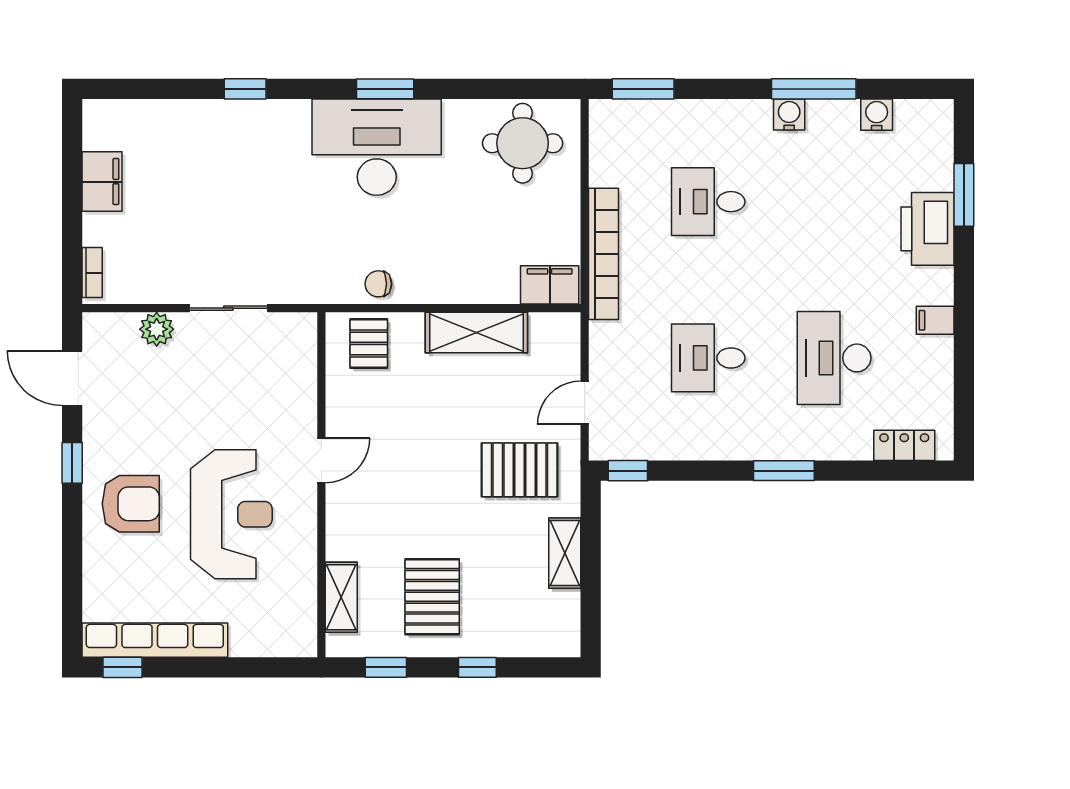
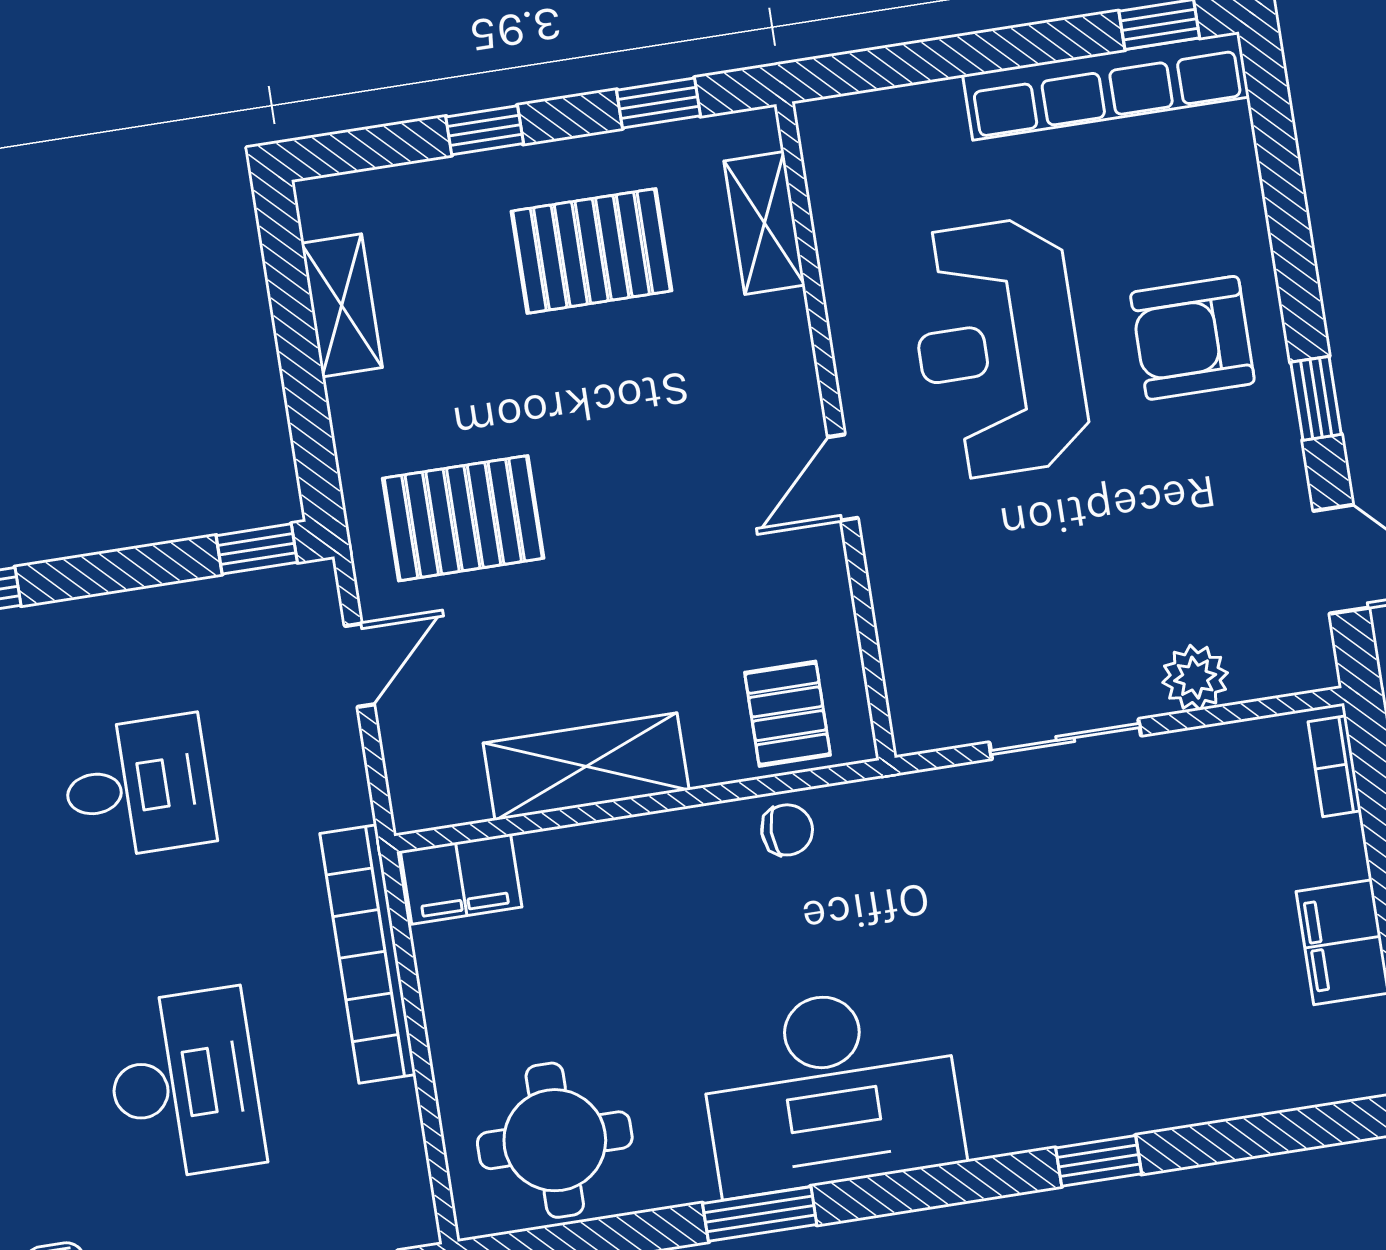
window: (385, 89) -> (760, 1214), moved
desk: (708, 202) -> (184, 1084), width x1.37
shelving: (565, 553) -> (342, 305), moved
pallet: (432, 597) -> (592, 251), turned 90

